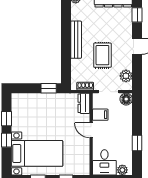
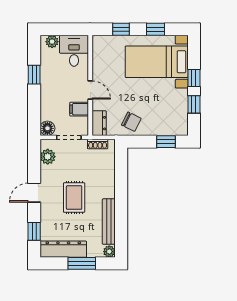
bench: (76, 40) -> (109, 222), moved
rug: (102, 55) -> (74, 198), moved
window: (49, 88) -> (166, 142), moved
chair: (58, 104) -> (131, 122), added

